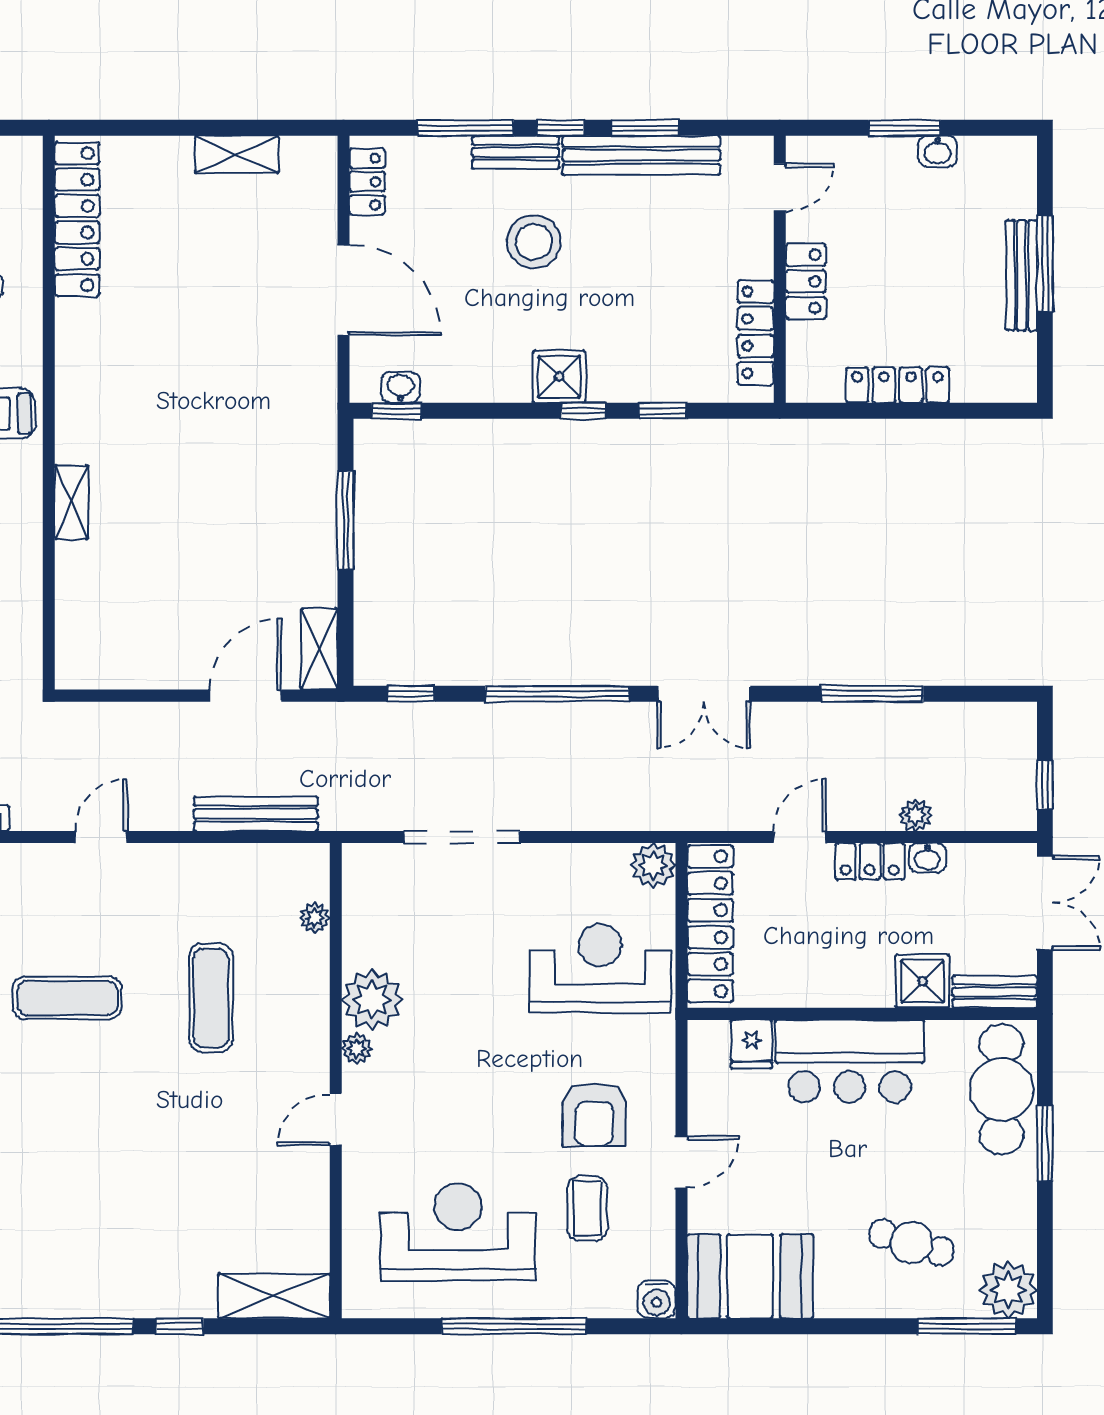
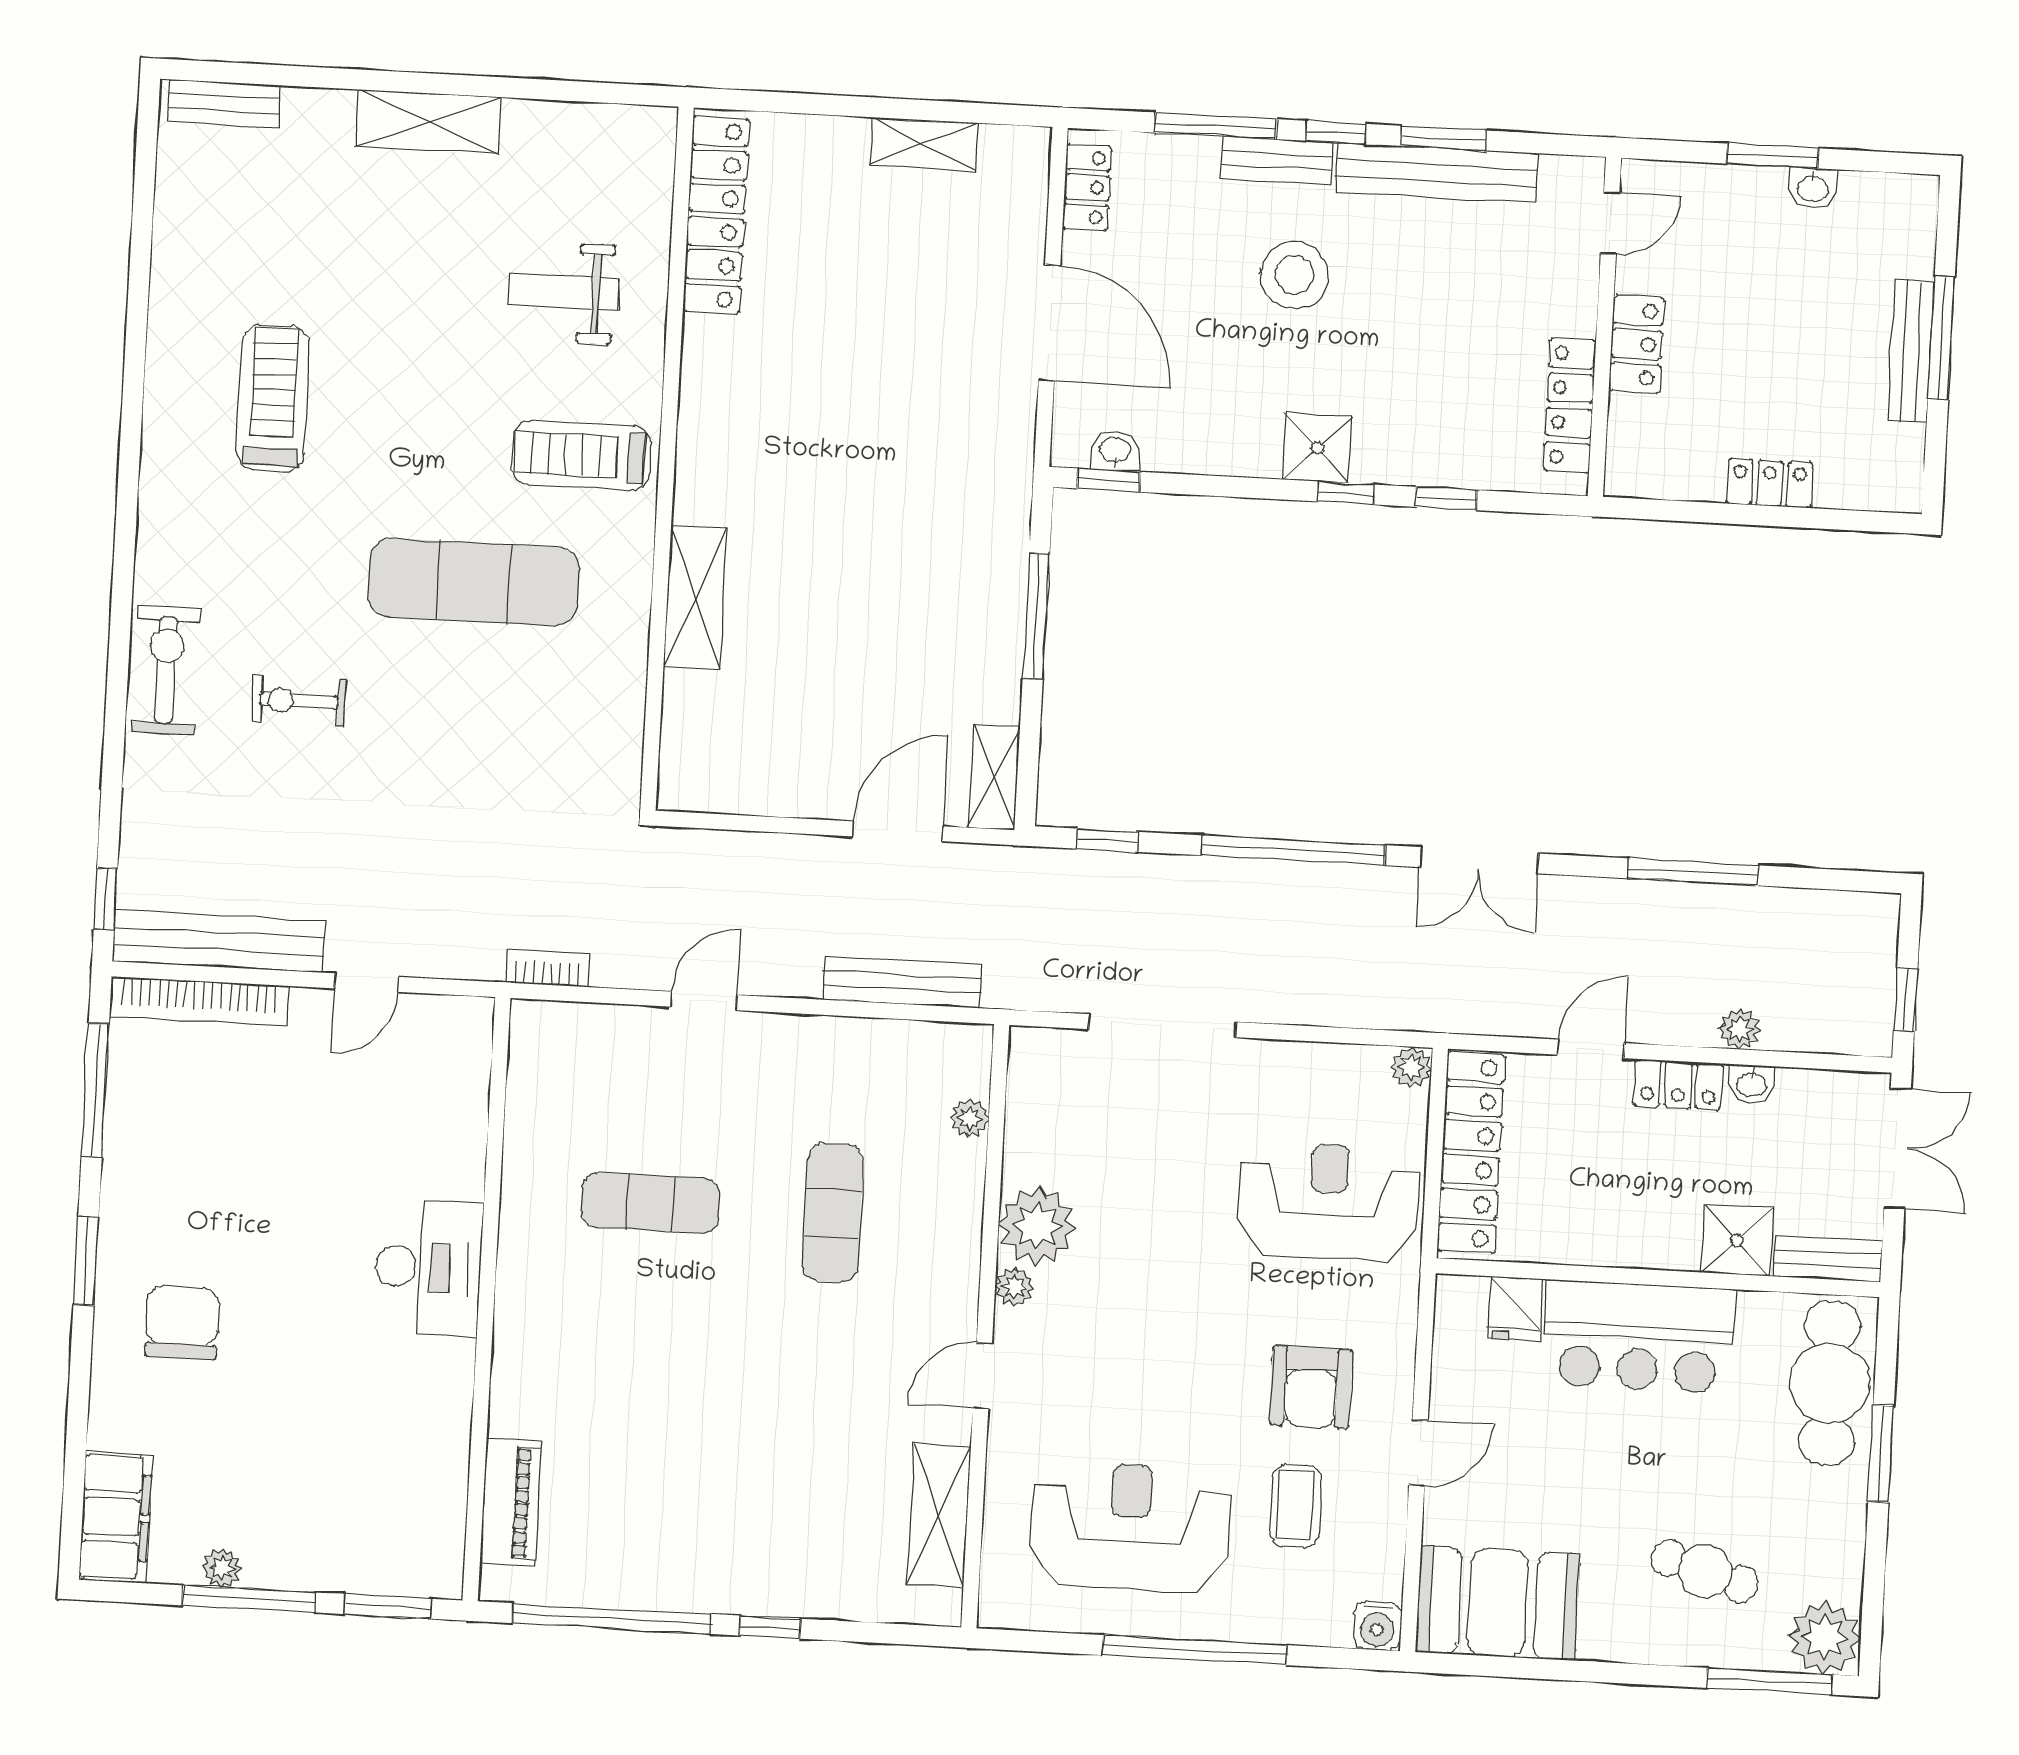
locker: (897, 385) -> (1770, 483), width x0.66
shelving: (71, 502) -> (695, 598), width x1.50, depth x1.33
plant: (653, 865) -> (1411, 1067), width x0.73, depth x0.73
shelving: (274, 1296) -> (939, 1516), moved, turned 90

